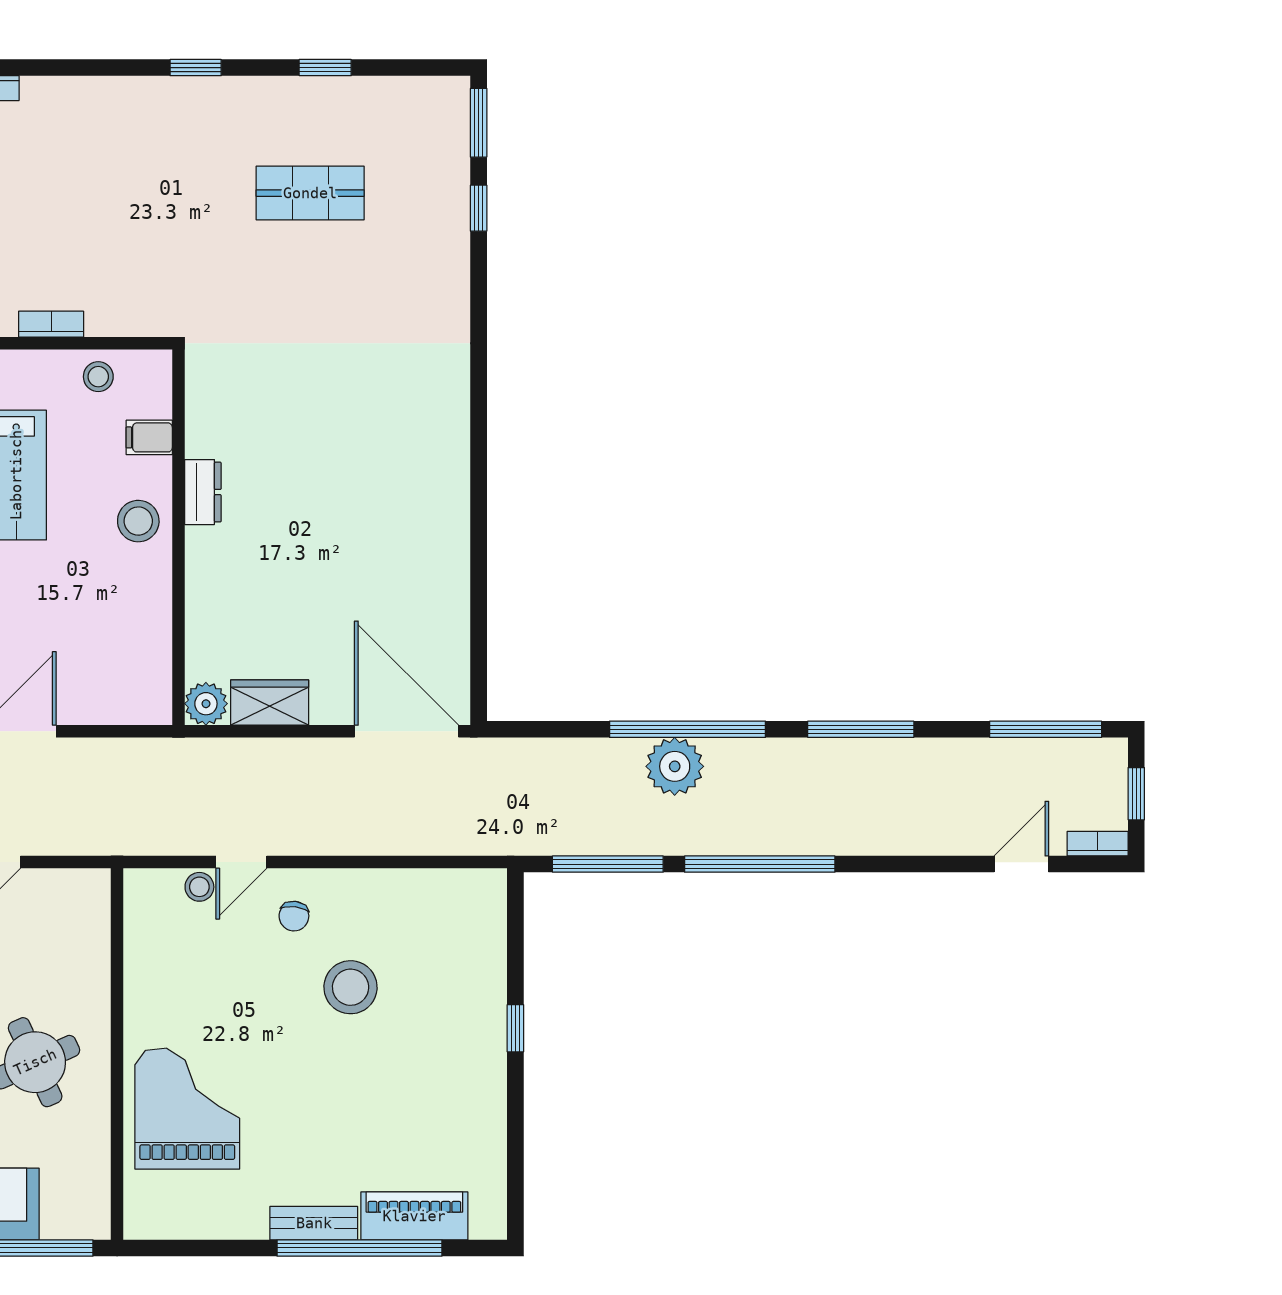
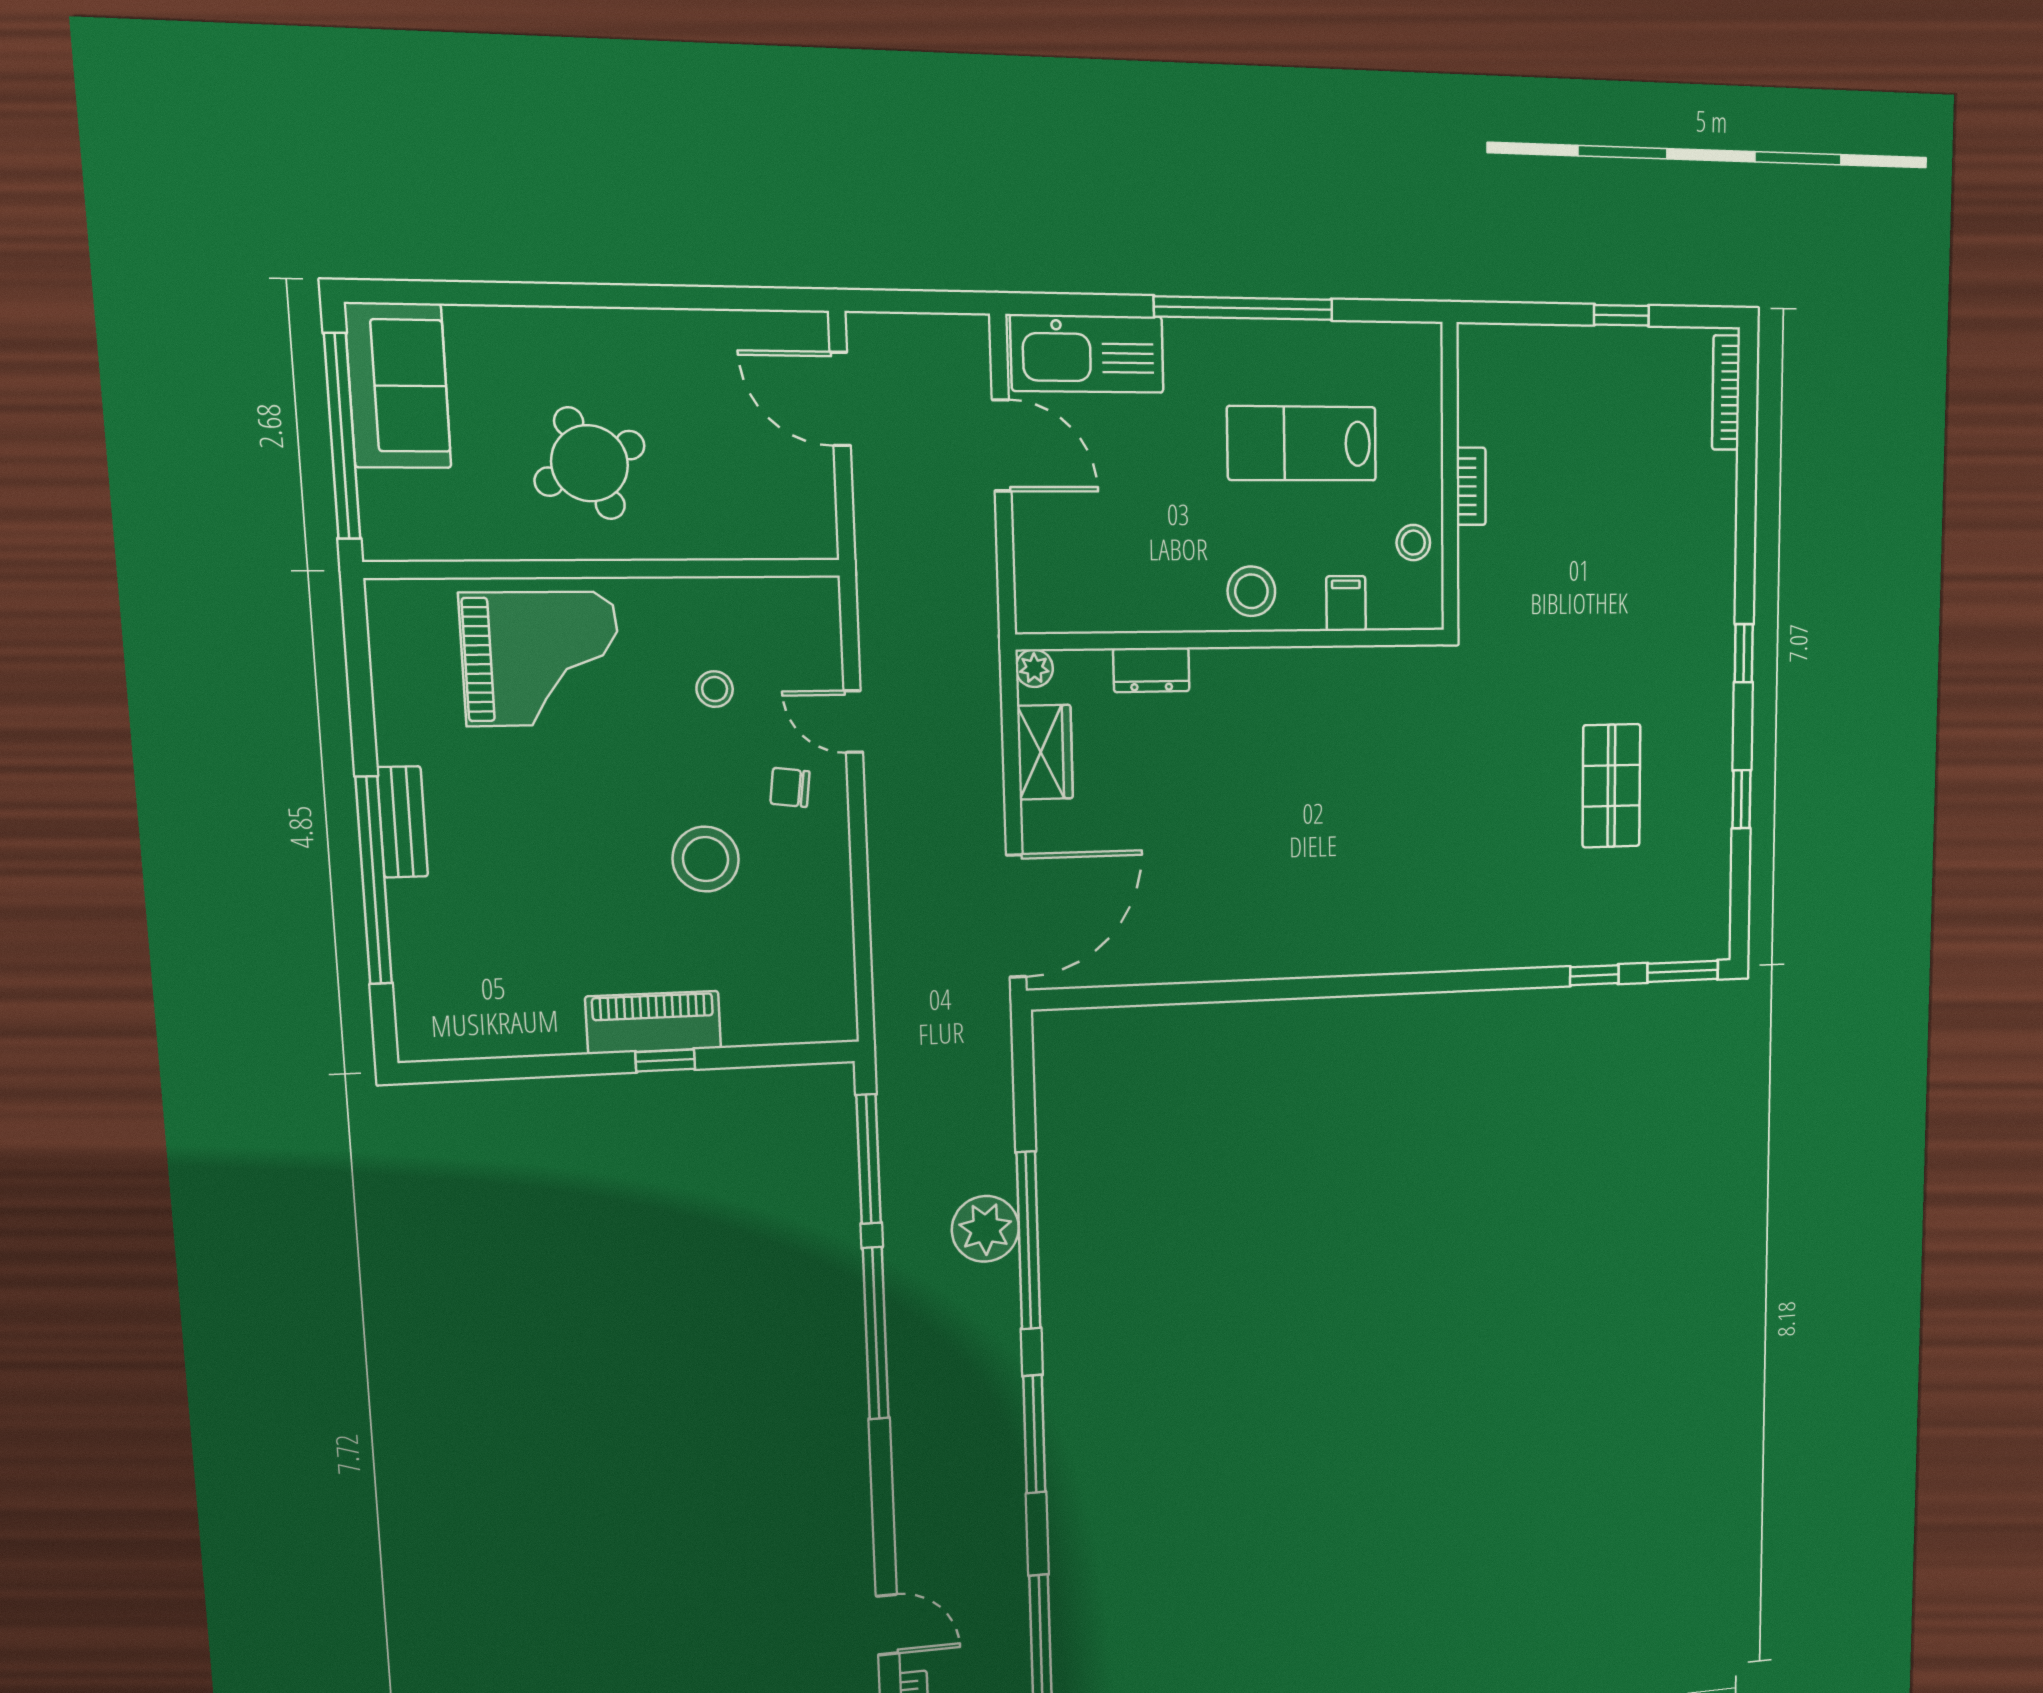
dresser: (203, 492) -> (1151, 670), moved
plant: (206, 704) -> (1034, 668), width x0.73, depth x0.73
stool: (199, 887) -> (715, 689), moved
piano: (414, 1216) -> (653, 1022), moved, turned -90

